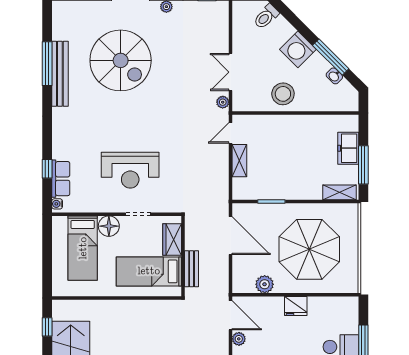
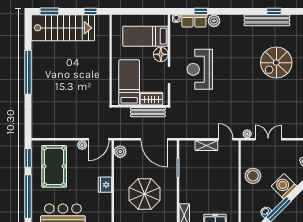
spiral stairs: (121, 60) -> (276, 63), width x0.73, depth x0.73
window: (47, 64) -> (274, 11), width x0.46
plant: (61, 150) -> (214, 21), added
door: (231, 236) -> (154, 139), hinge flipped
parasol: (309, 249) -> (145, 194), width x0.73, depth x0.73
bench: (192, 269) -> (148, 112), moved, width x1.36
plant: (265, 284) -> (120, 152), moved

